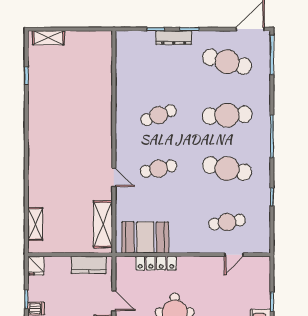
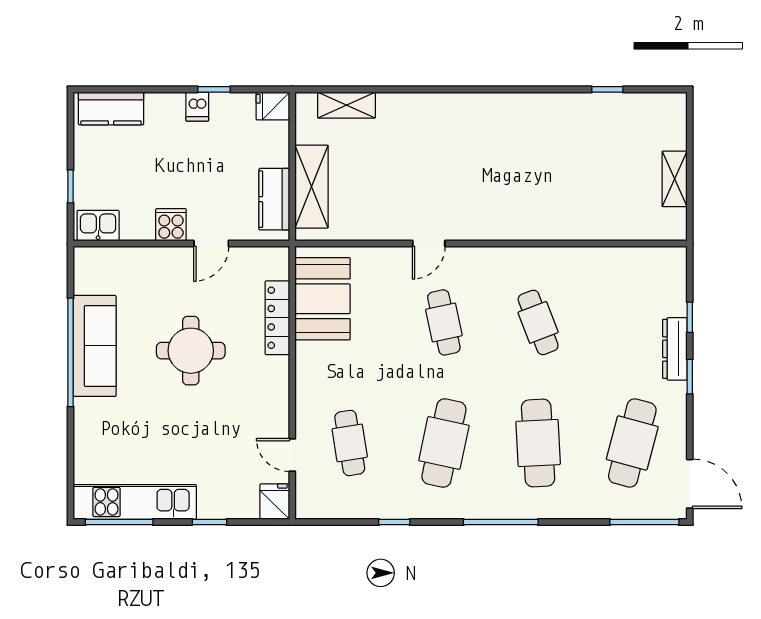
shelving: (48, 38) -> (675, 179), moved
shelving: (103, 224) -> (312, 187), moved, turned 90
fridge: (260, 265) -> (275, 502), added

